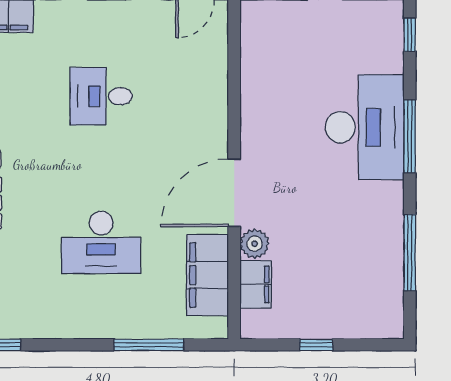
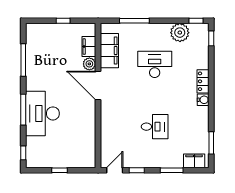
door: (234, 193) -> (98, 86), swing flipped
plant: (42, 317) -> (180, 33), added

